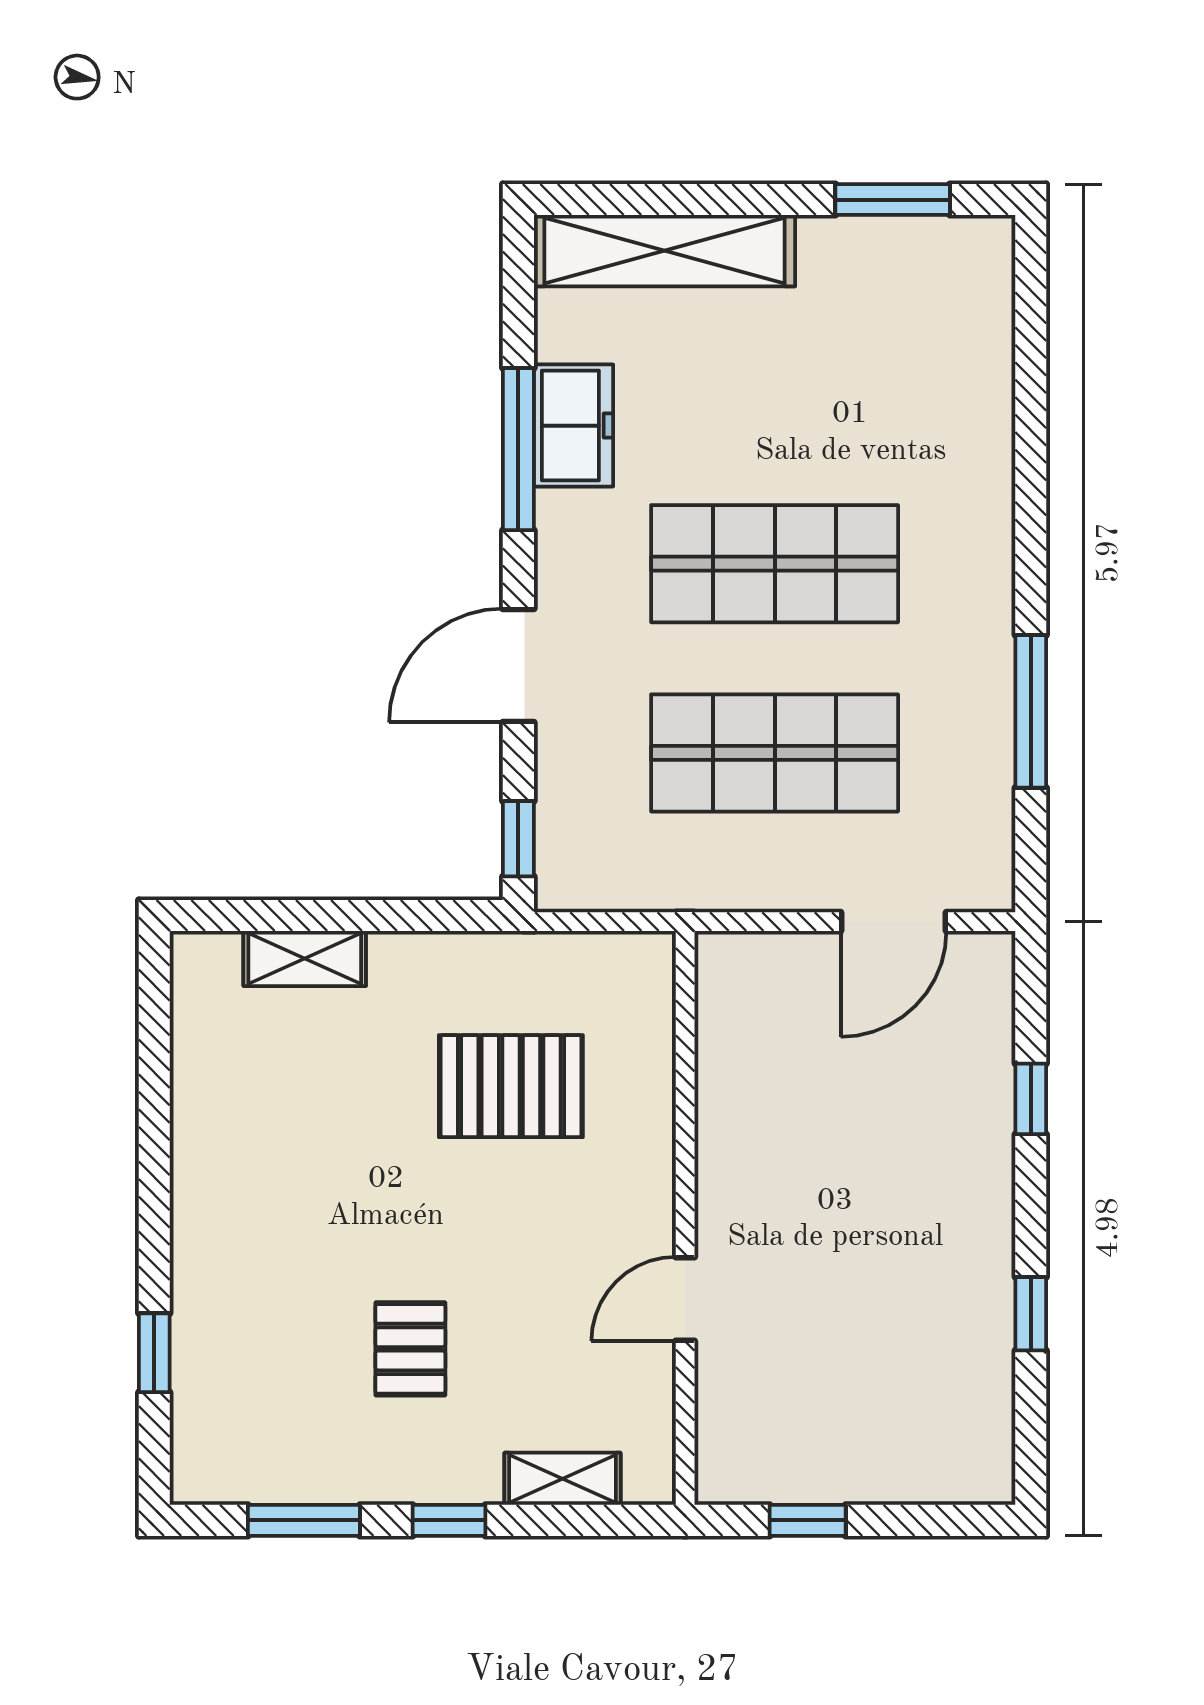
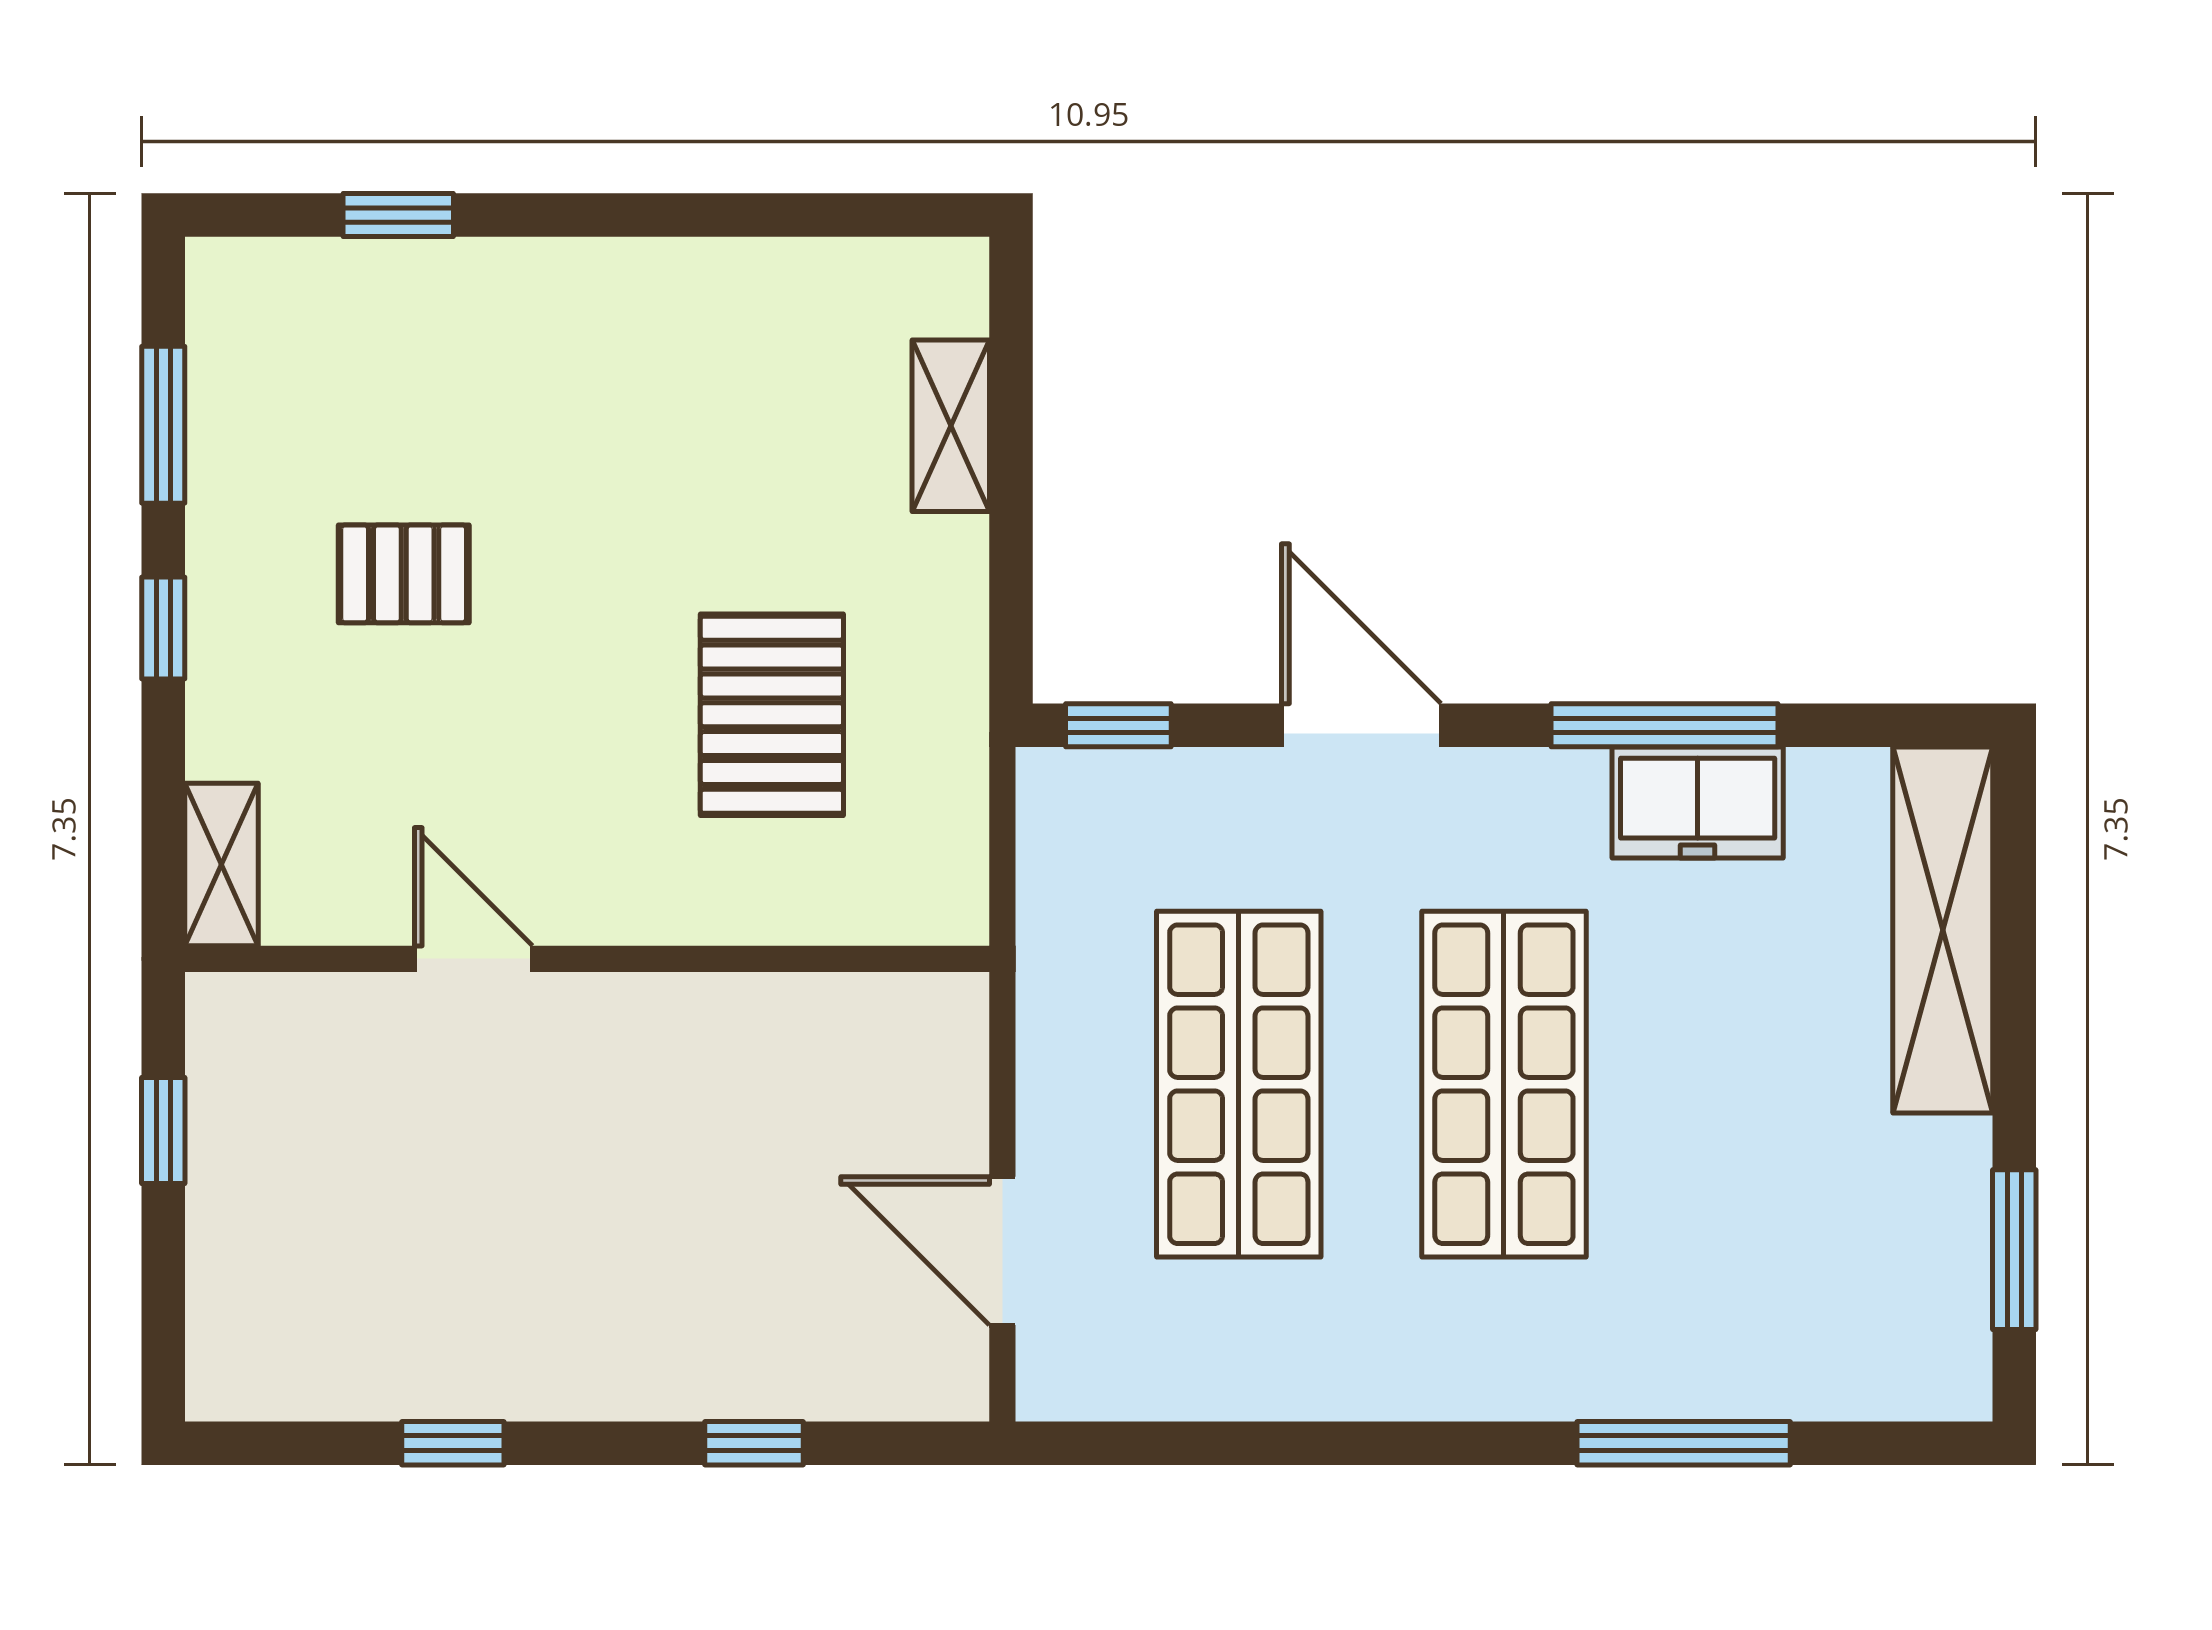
window: (1031, 711) -> (1684, 1443), moved
shelving: (563, 1479) -> (222, 864), moved

